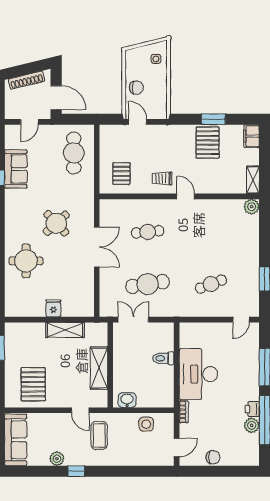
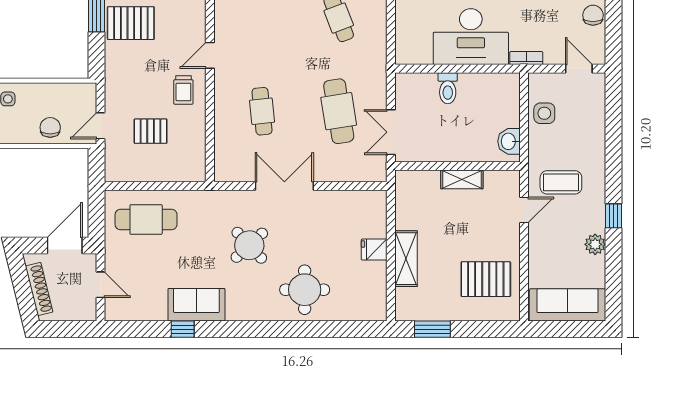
sofa: (16, 169) -> (196, 305), moved
pallet: (121, 174) -> (151, 131), moved
shelving: (65, 330) -> (406, 259), moved
shelving: (99, 368) -> (462, 179), width x0.67, depth x0.75

